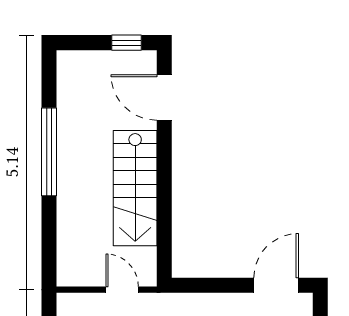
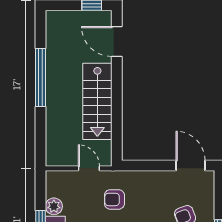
door: (276, 285) -> (190, 165), hinge flipped

